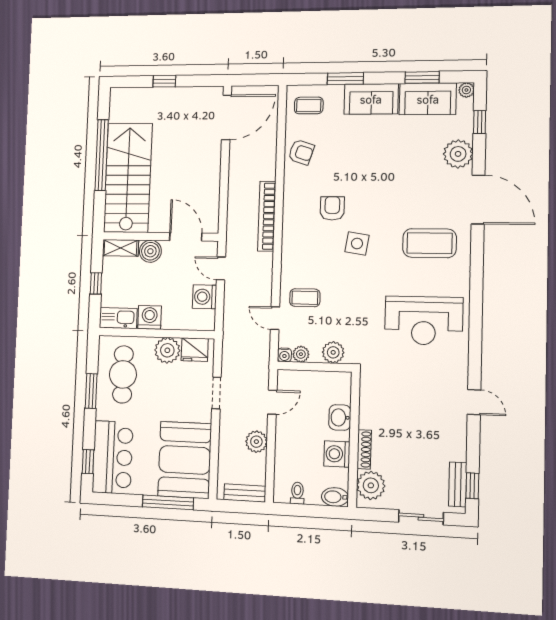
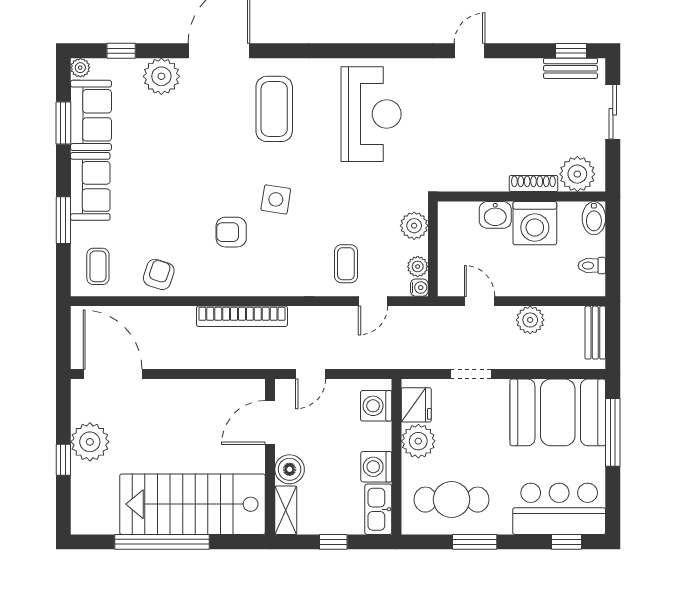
plant: (177, 101) -> (90, 442), added
washing machine: (205, 297) -> (376, 406), moved, turned 90
washing machine: (337, 454) -> (535, 223), width x1.37, depth x1.37

